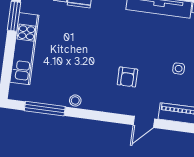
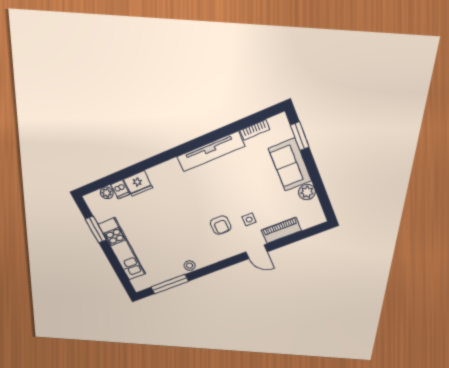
side table: (179, 69) -> (249, 220), moved
door: (144, 122) -> (256, 252), hinge flipped

